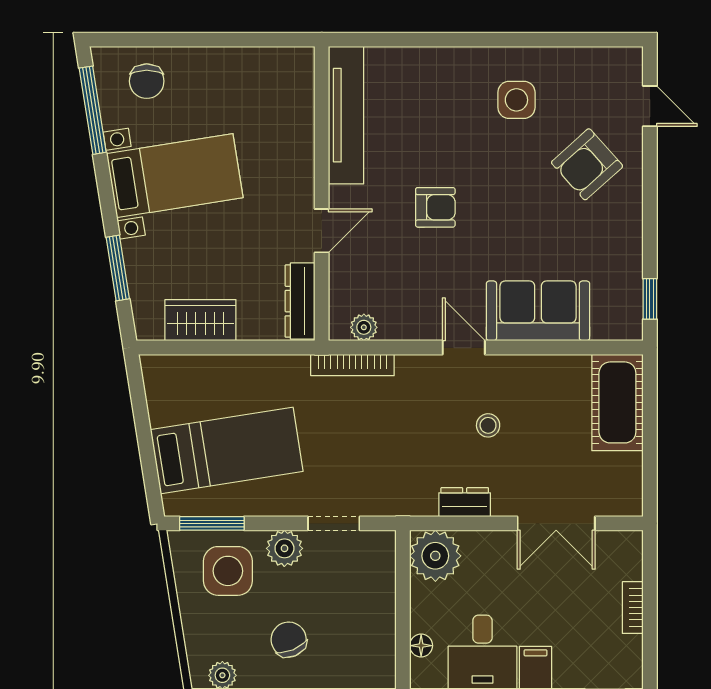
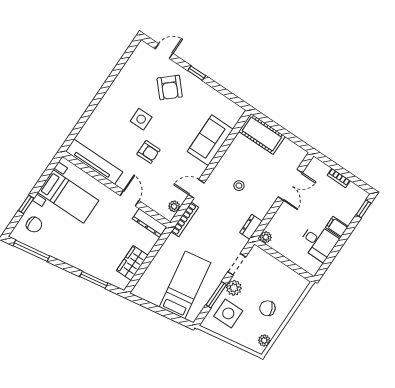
window: (175, 40) -> (26, 204), added
side table: (516, 100) -> (141, 119), moved
bed with nightstands: (175, 176) -> (68, 196), moved, turned 99
armchair: (435, 207) -> (148, 152), turned 90
window: (650, 299) -> (197, 73), moved
door: (464, 348) -> (196, 189), moved
dresser: (465, 502) -> (251, 227), moved
window: (212, 523) -> (216, 295), moved
plant: (435, 556) -> (266, 237), width x0.53, depth x0.53
floor lamp: (421, 646) -> (301, 262), removed

